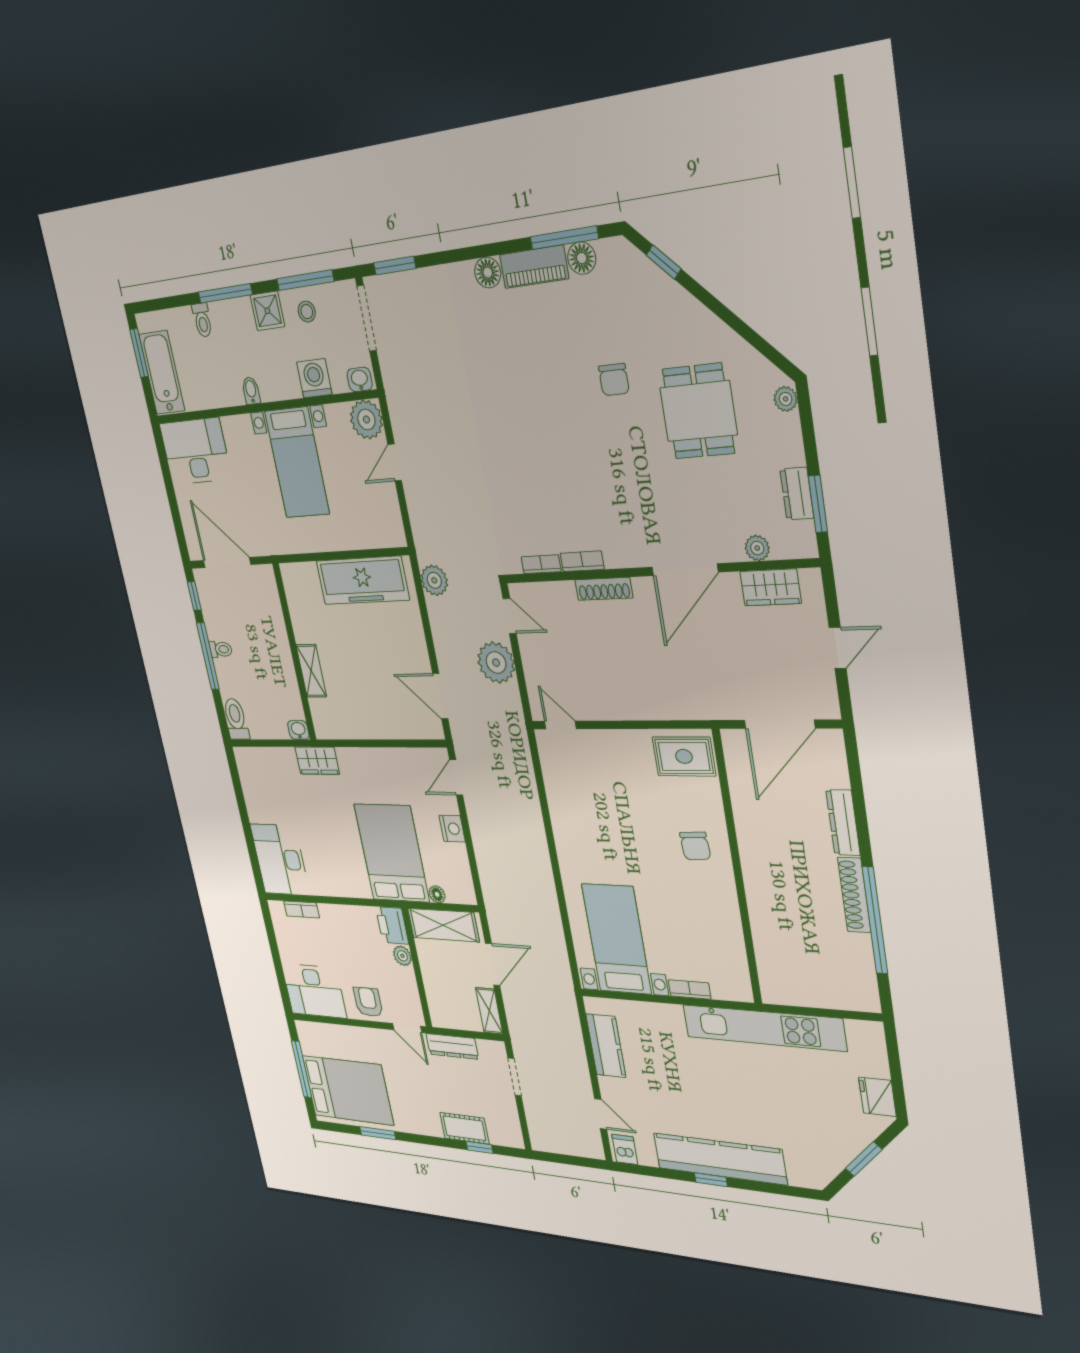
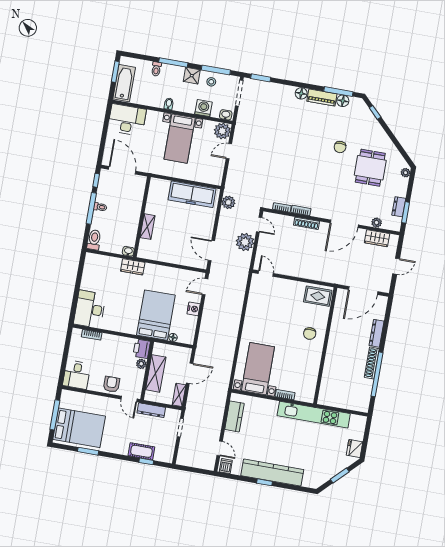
shelving: (443, 925) -> (156, 373), moved, turned 90
desk: (314, 991) -> (77, 375), width x0.73

